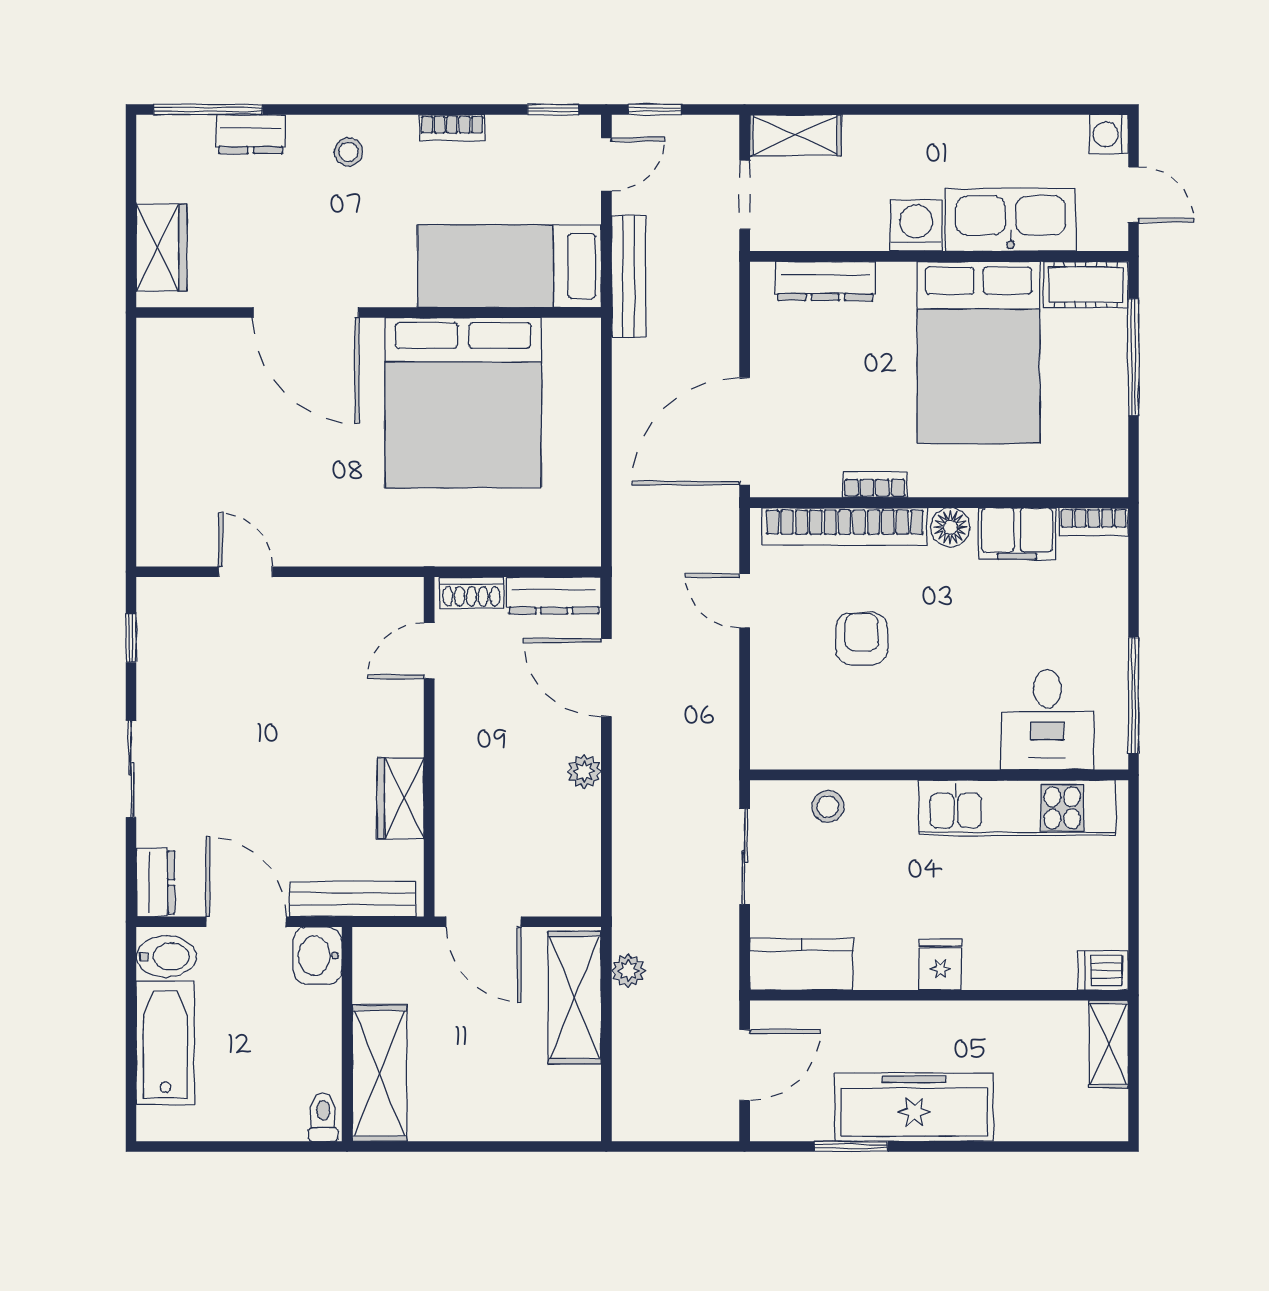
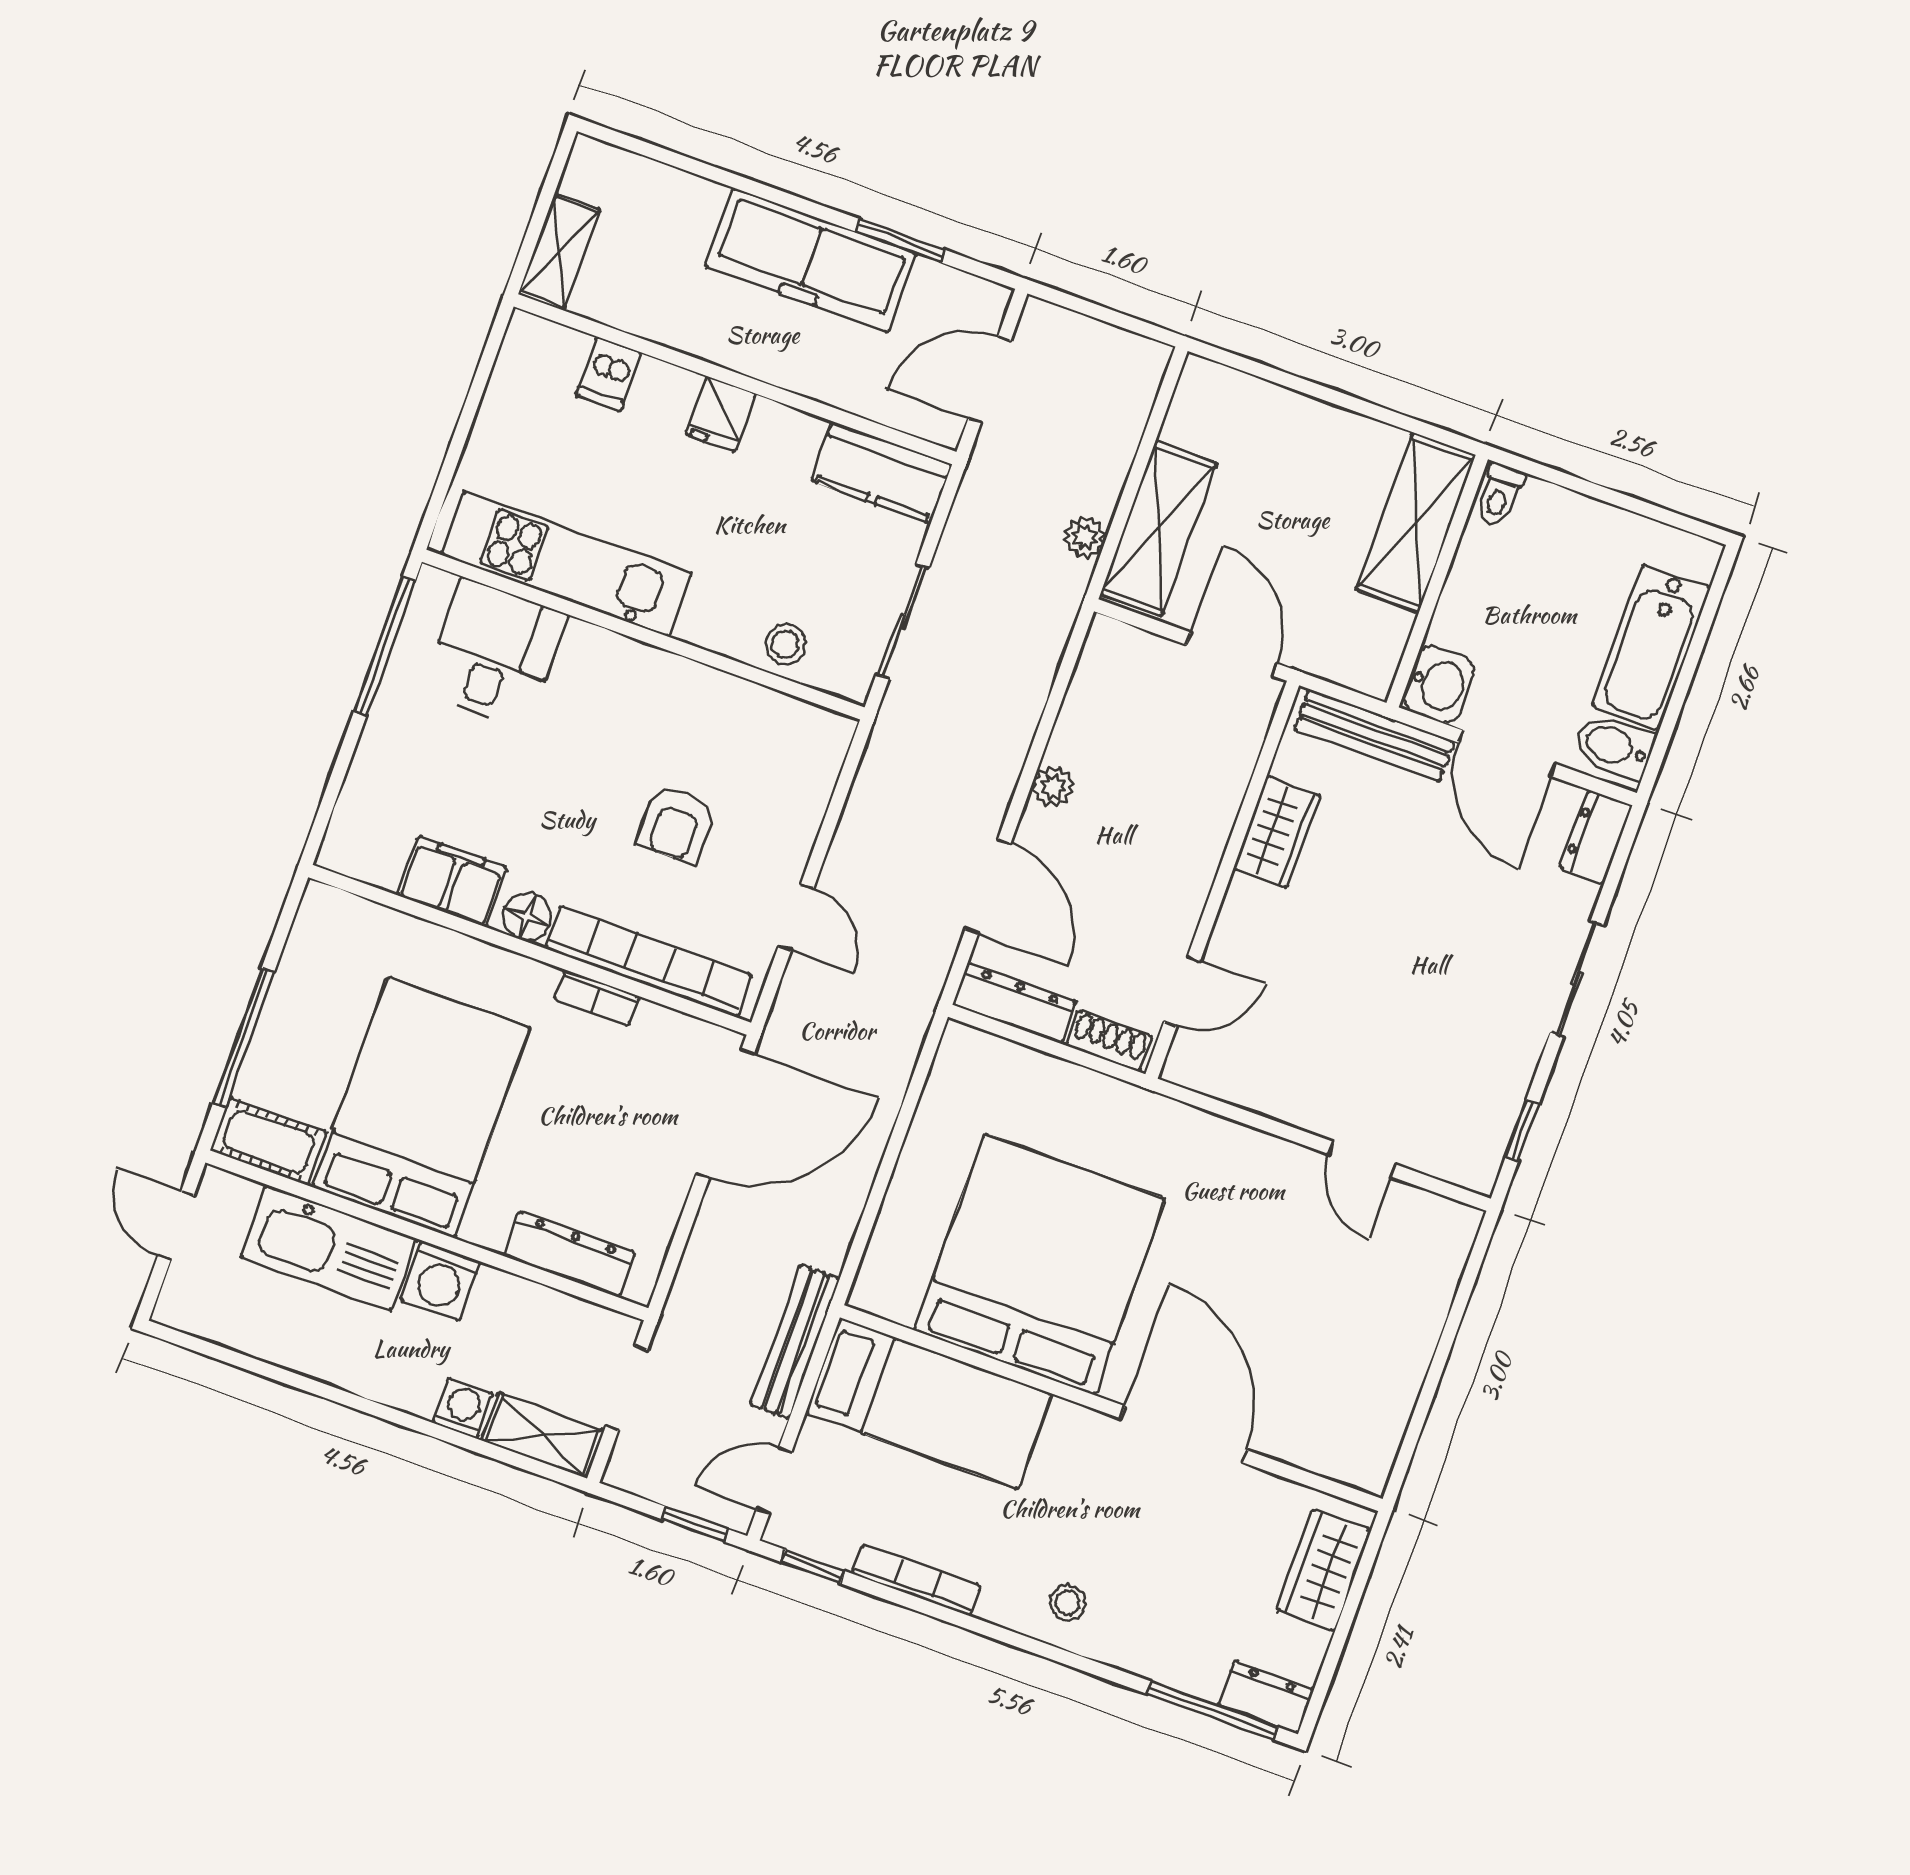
bookcase: (452, 128) -> (916, 1580), width x1.56
dresser: (251, 134) -> (1266, 1697), moved
washing machine: (1109, 134) -> (463, 1408), moved, turned -90
bookcase: (1094, 522) -> (358, 863), removed
dishwasher: (1103, 970) -> (609, 374), moved, turned 90

